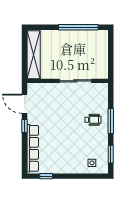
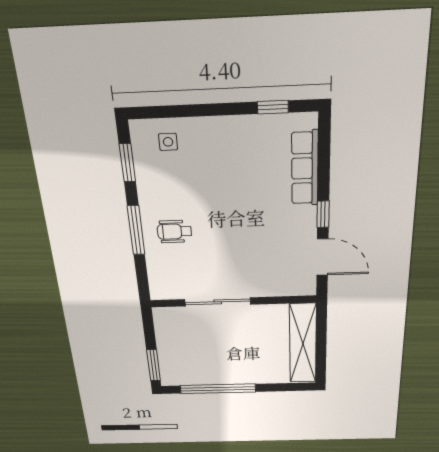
window: (111, 44) -> (154, 365), added
row of seats: (33, 148) -> (305, 168), width x0.73

